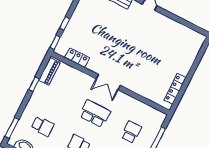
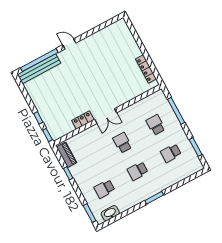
locker: (77, 58) -> (83, 120), moved
school desk: (95, 114) -> (122, 143), width x0.54
school desk: (43, 126) -> (104, 189), turned 180

